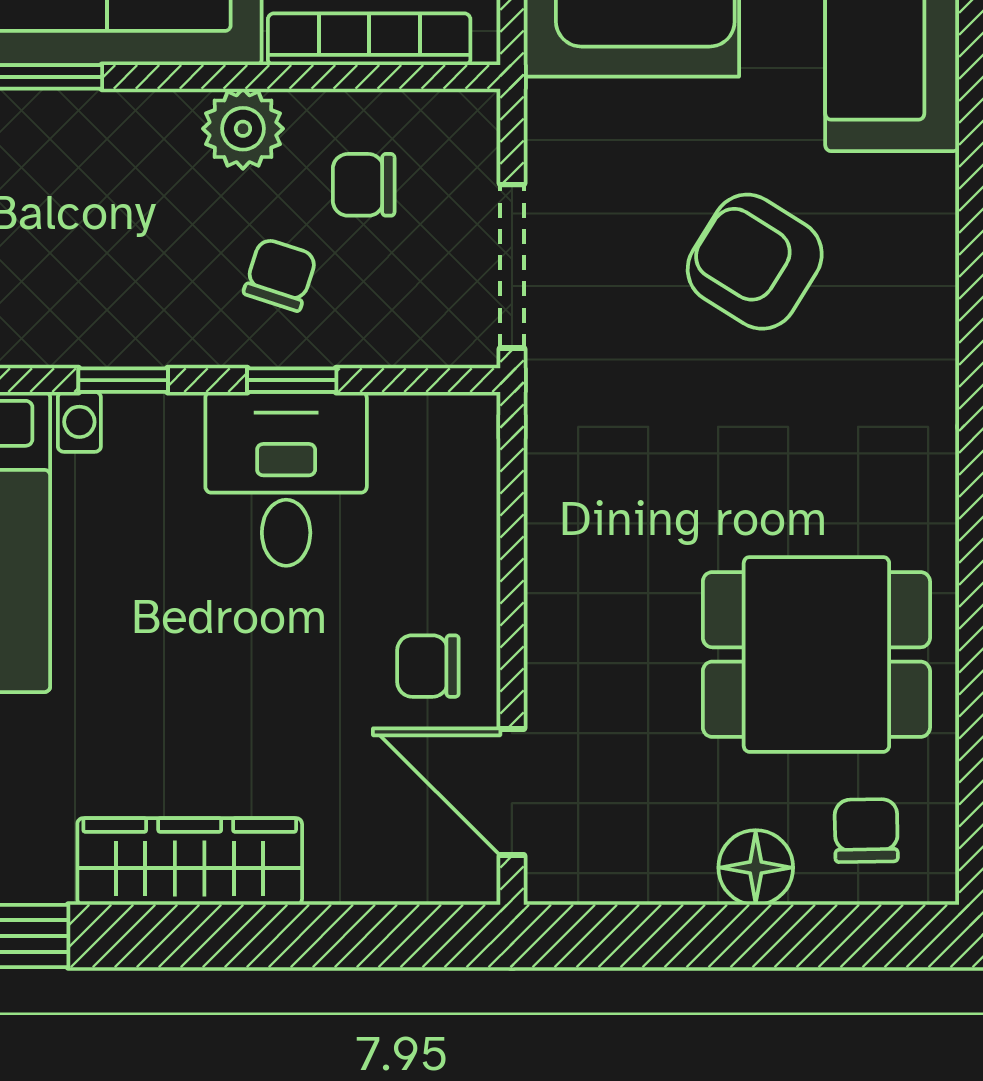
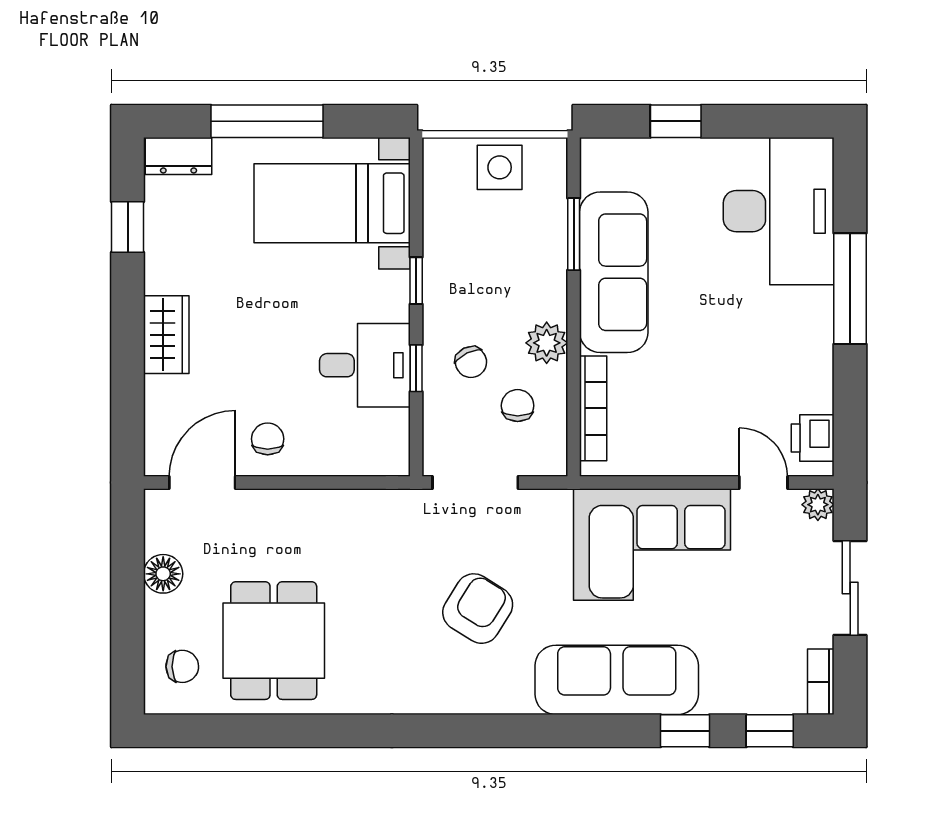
chair: (280, 275) -> (471, 362), turned 46
wardrobe: (190, 862) -> (166, 335), width x0.67
floor lamp: (756, 868) -> (163, 574), moved

